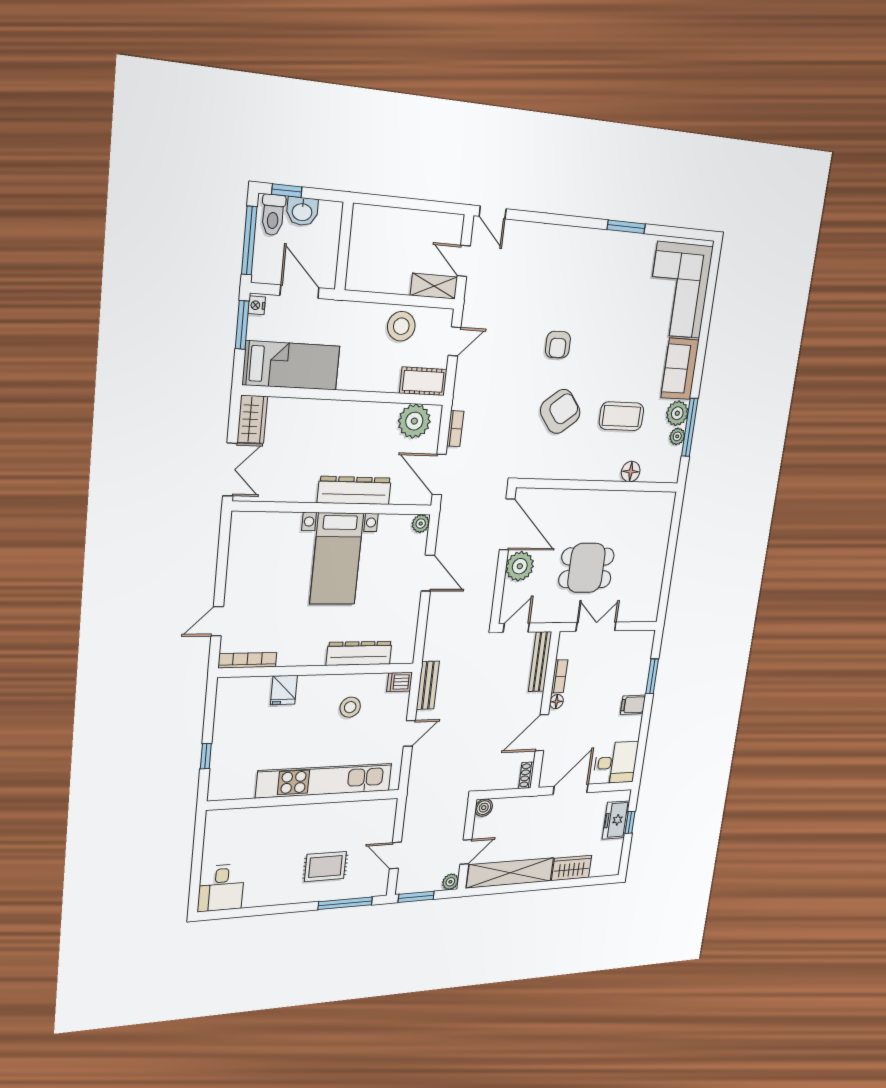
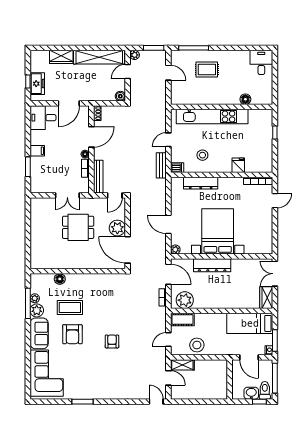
armchair: (560, 411) -> (72, 334), moved, turned -52
bed with nightstands: (337, 559) -> (218, 231), width x1.36
floor lamp: (258, 817) -> (245, 99), added

